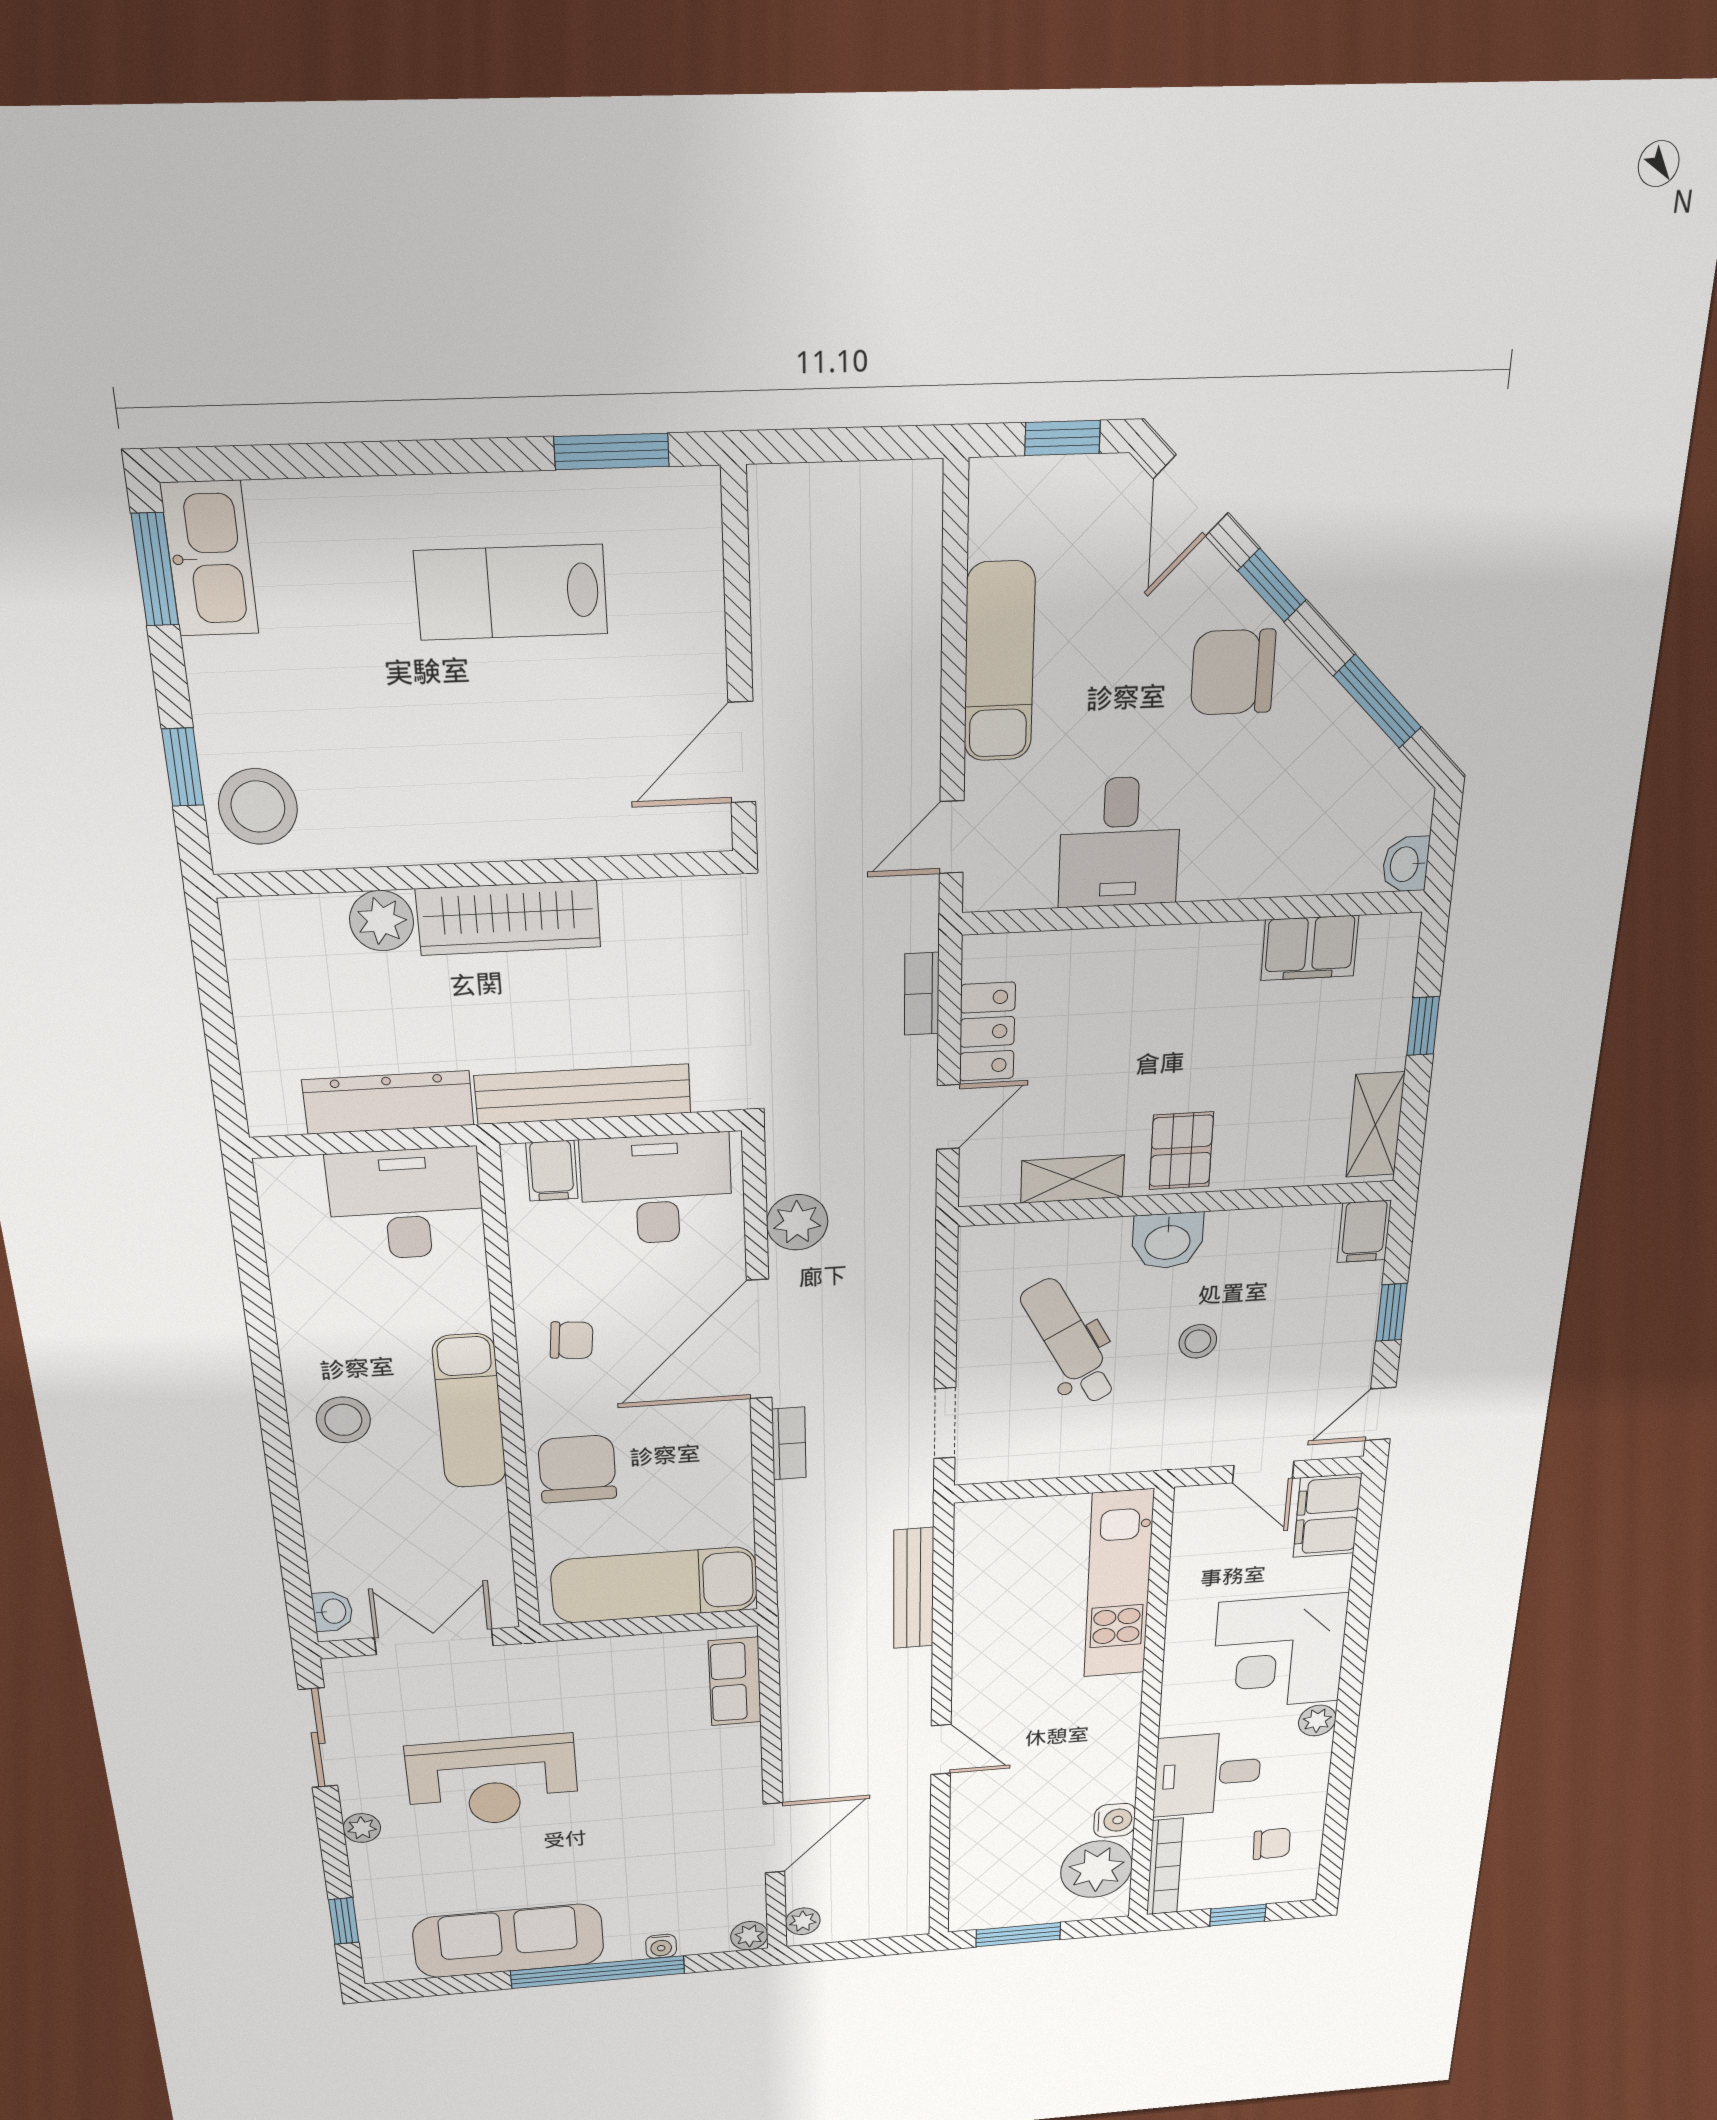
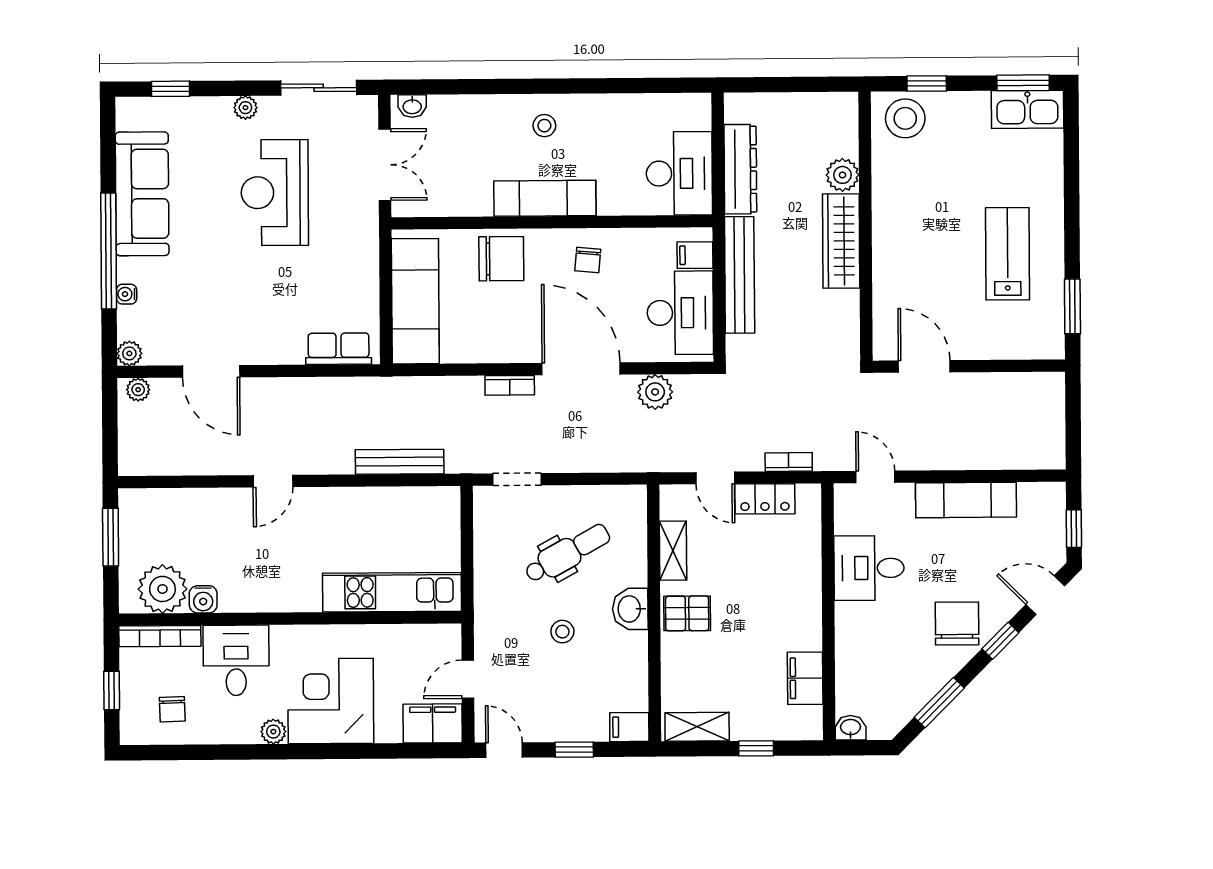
stool: (343, 1420) -> (544, 126), width x0.73, depth x0.73

